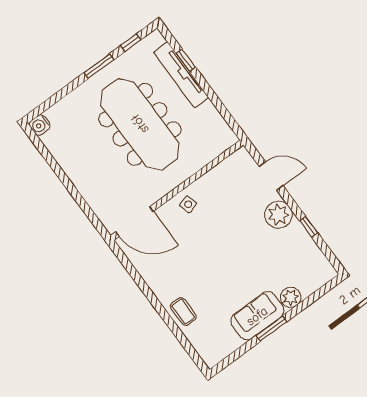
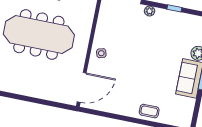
plant: (278, 215) -> (149, 11), width x0.53, depth x0.53

